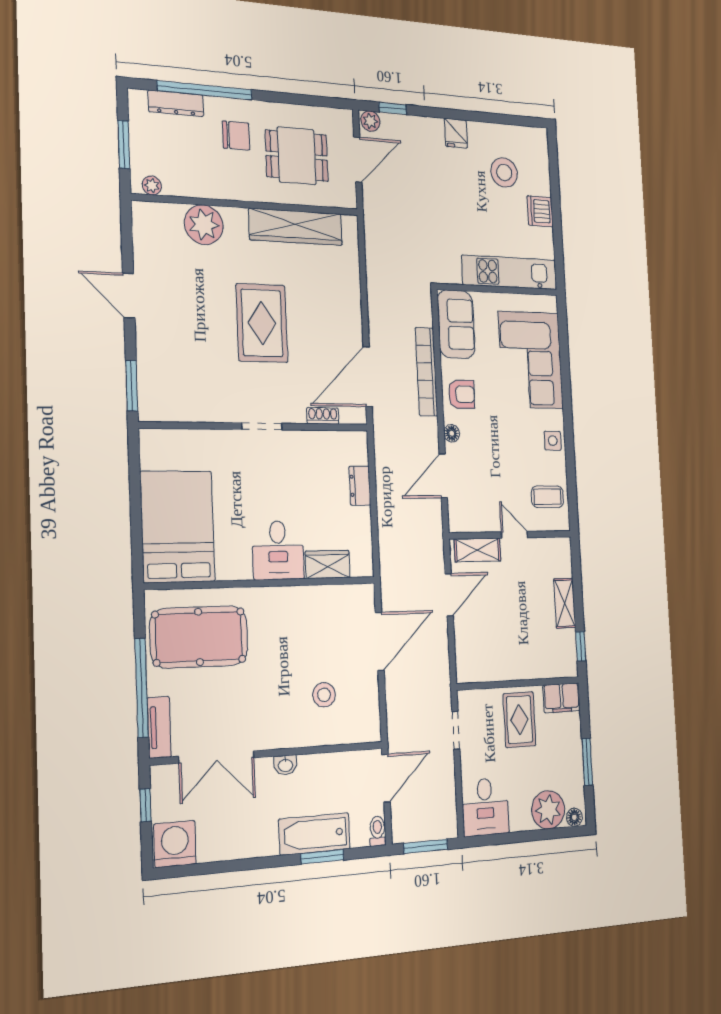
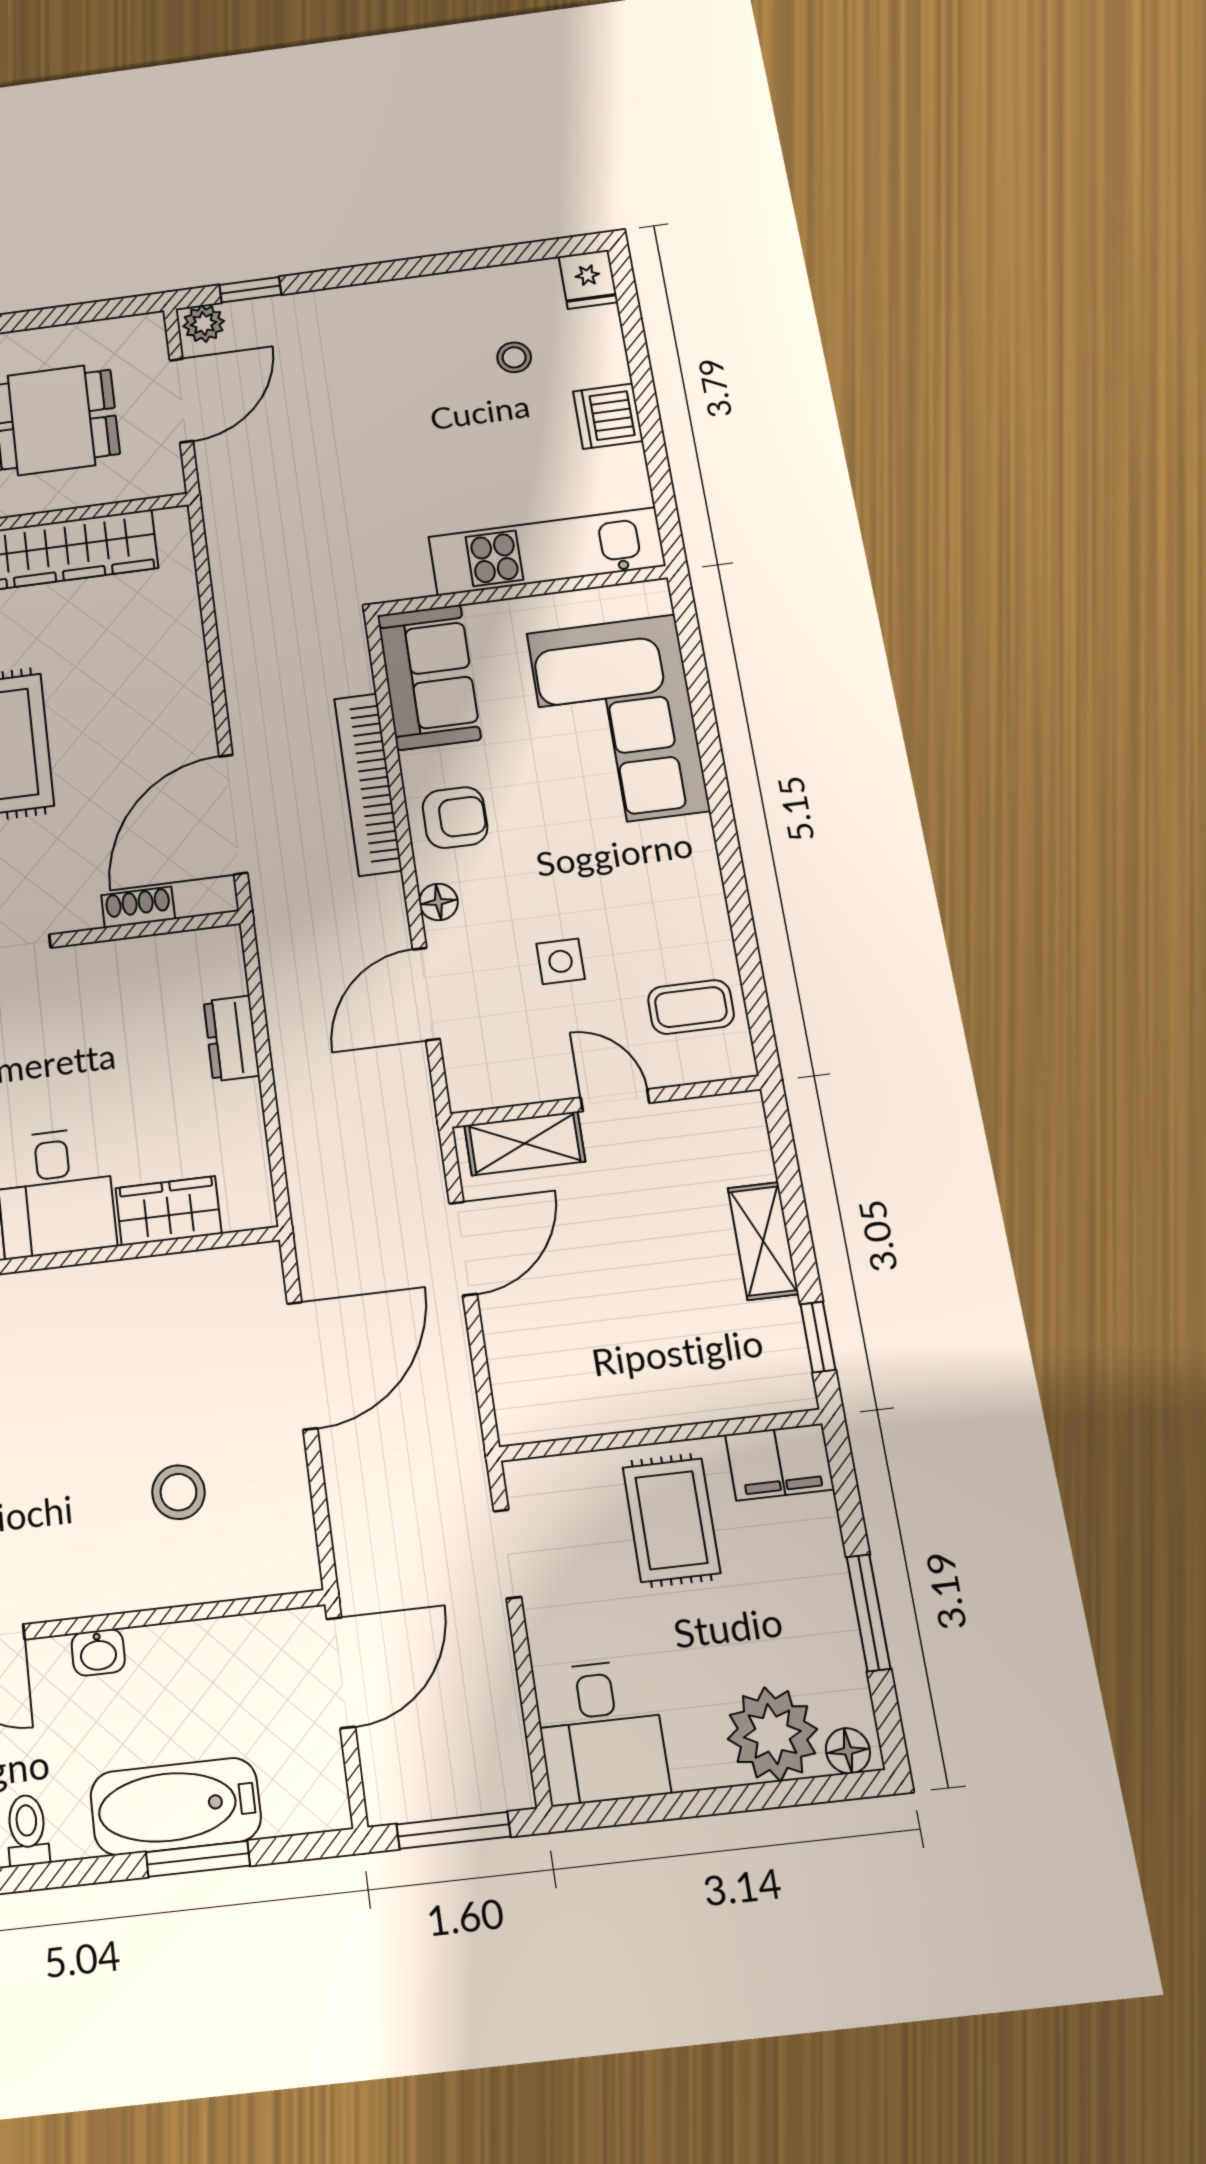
fridge: (456, 133) -> (588, 279), moved
stool: (504, 172) -> (514, 357), width x0.53, depth x0.53
side table: (553, 441) -> (561, 961), moved
toilet: (378, 831) -> (27, 1830), moved

